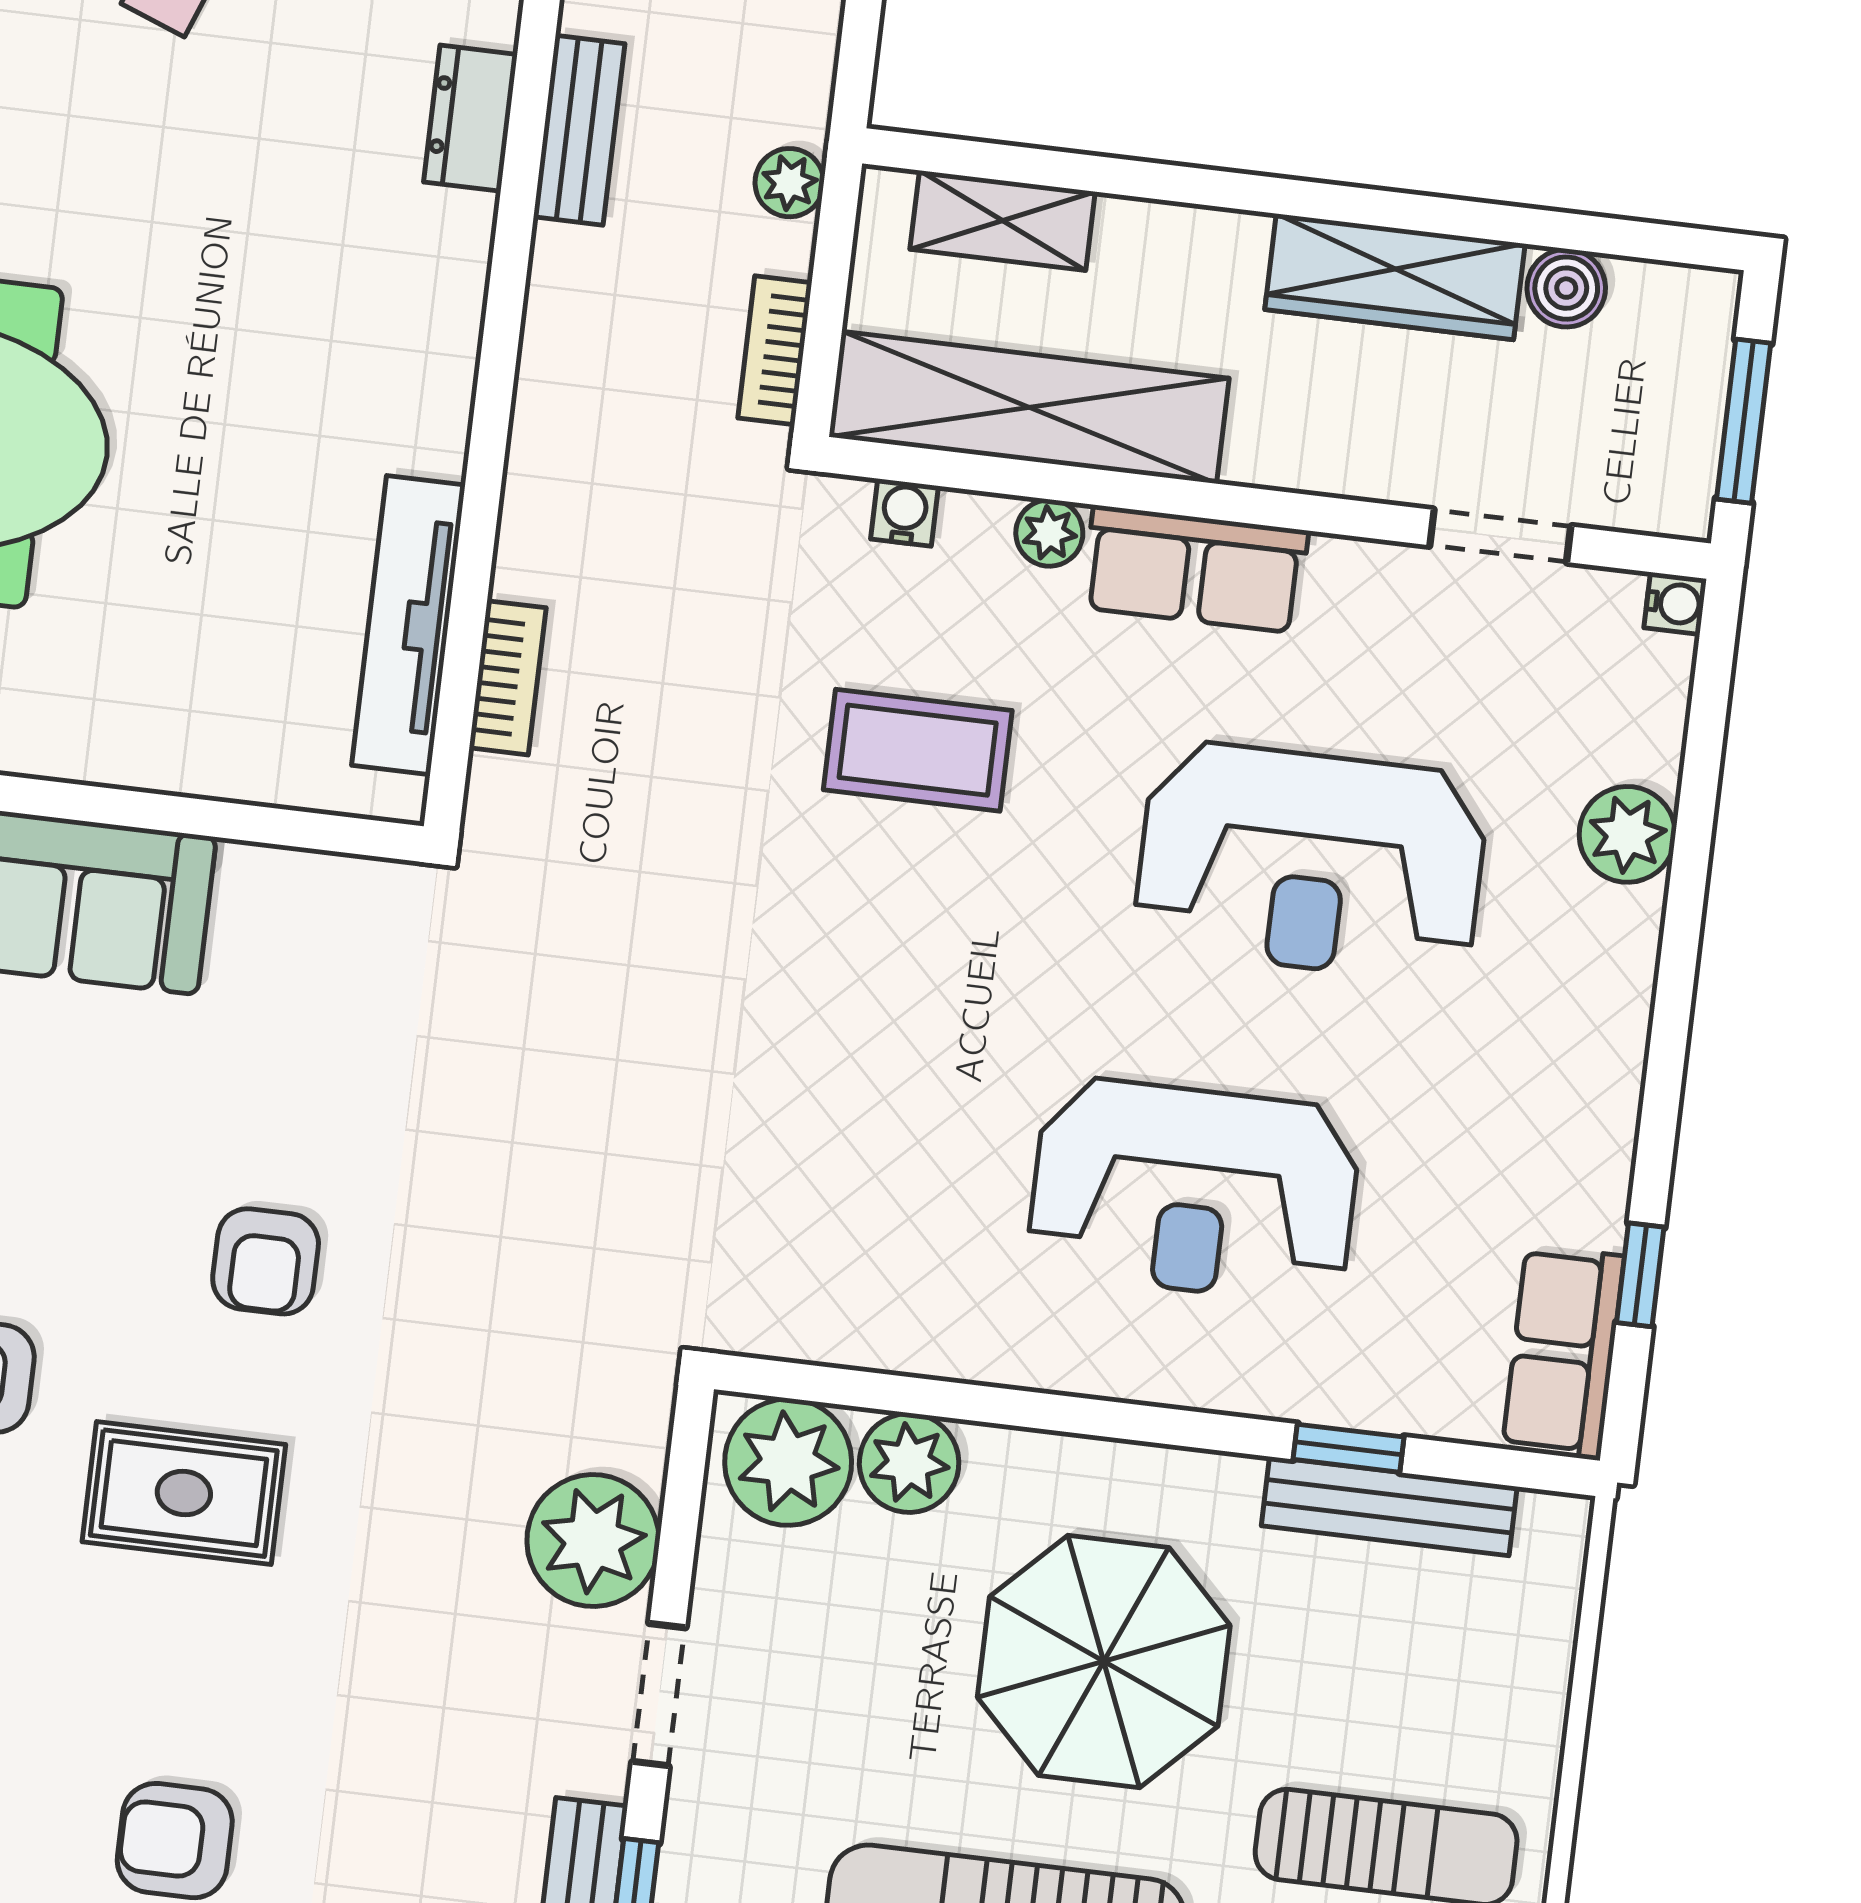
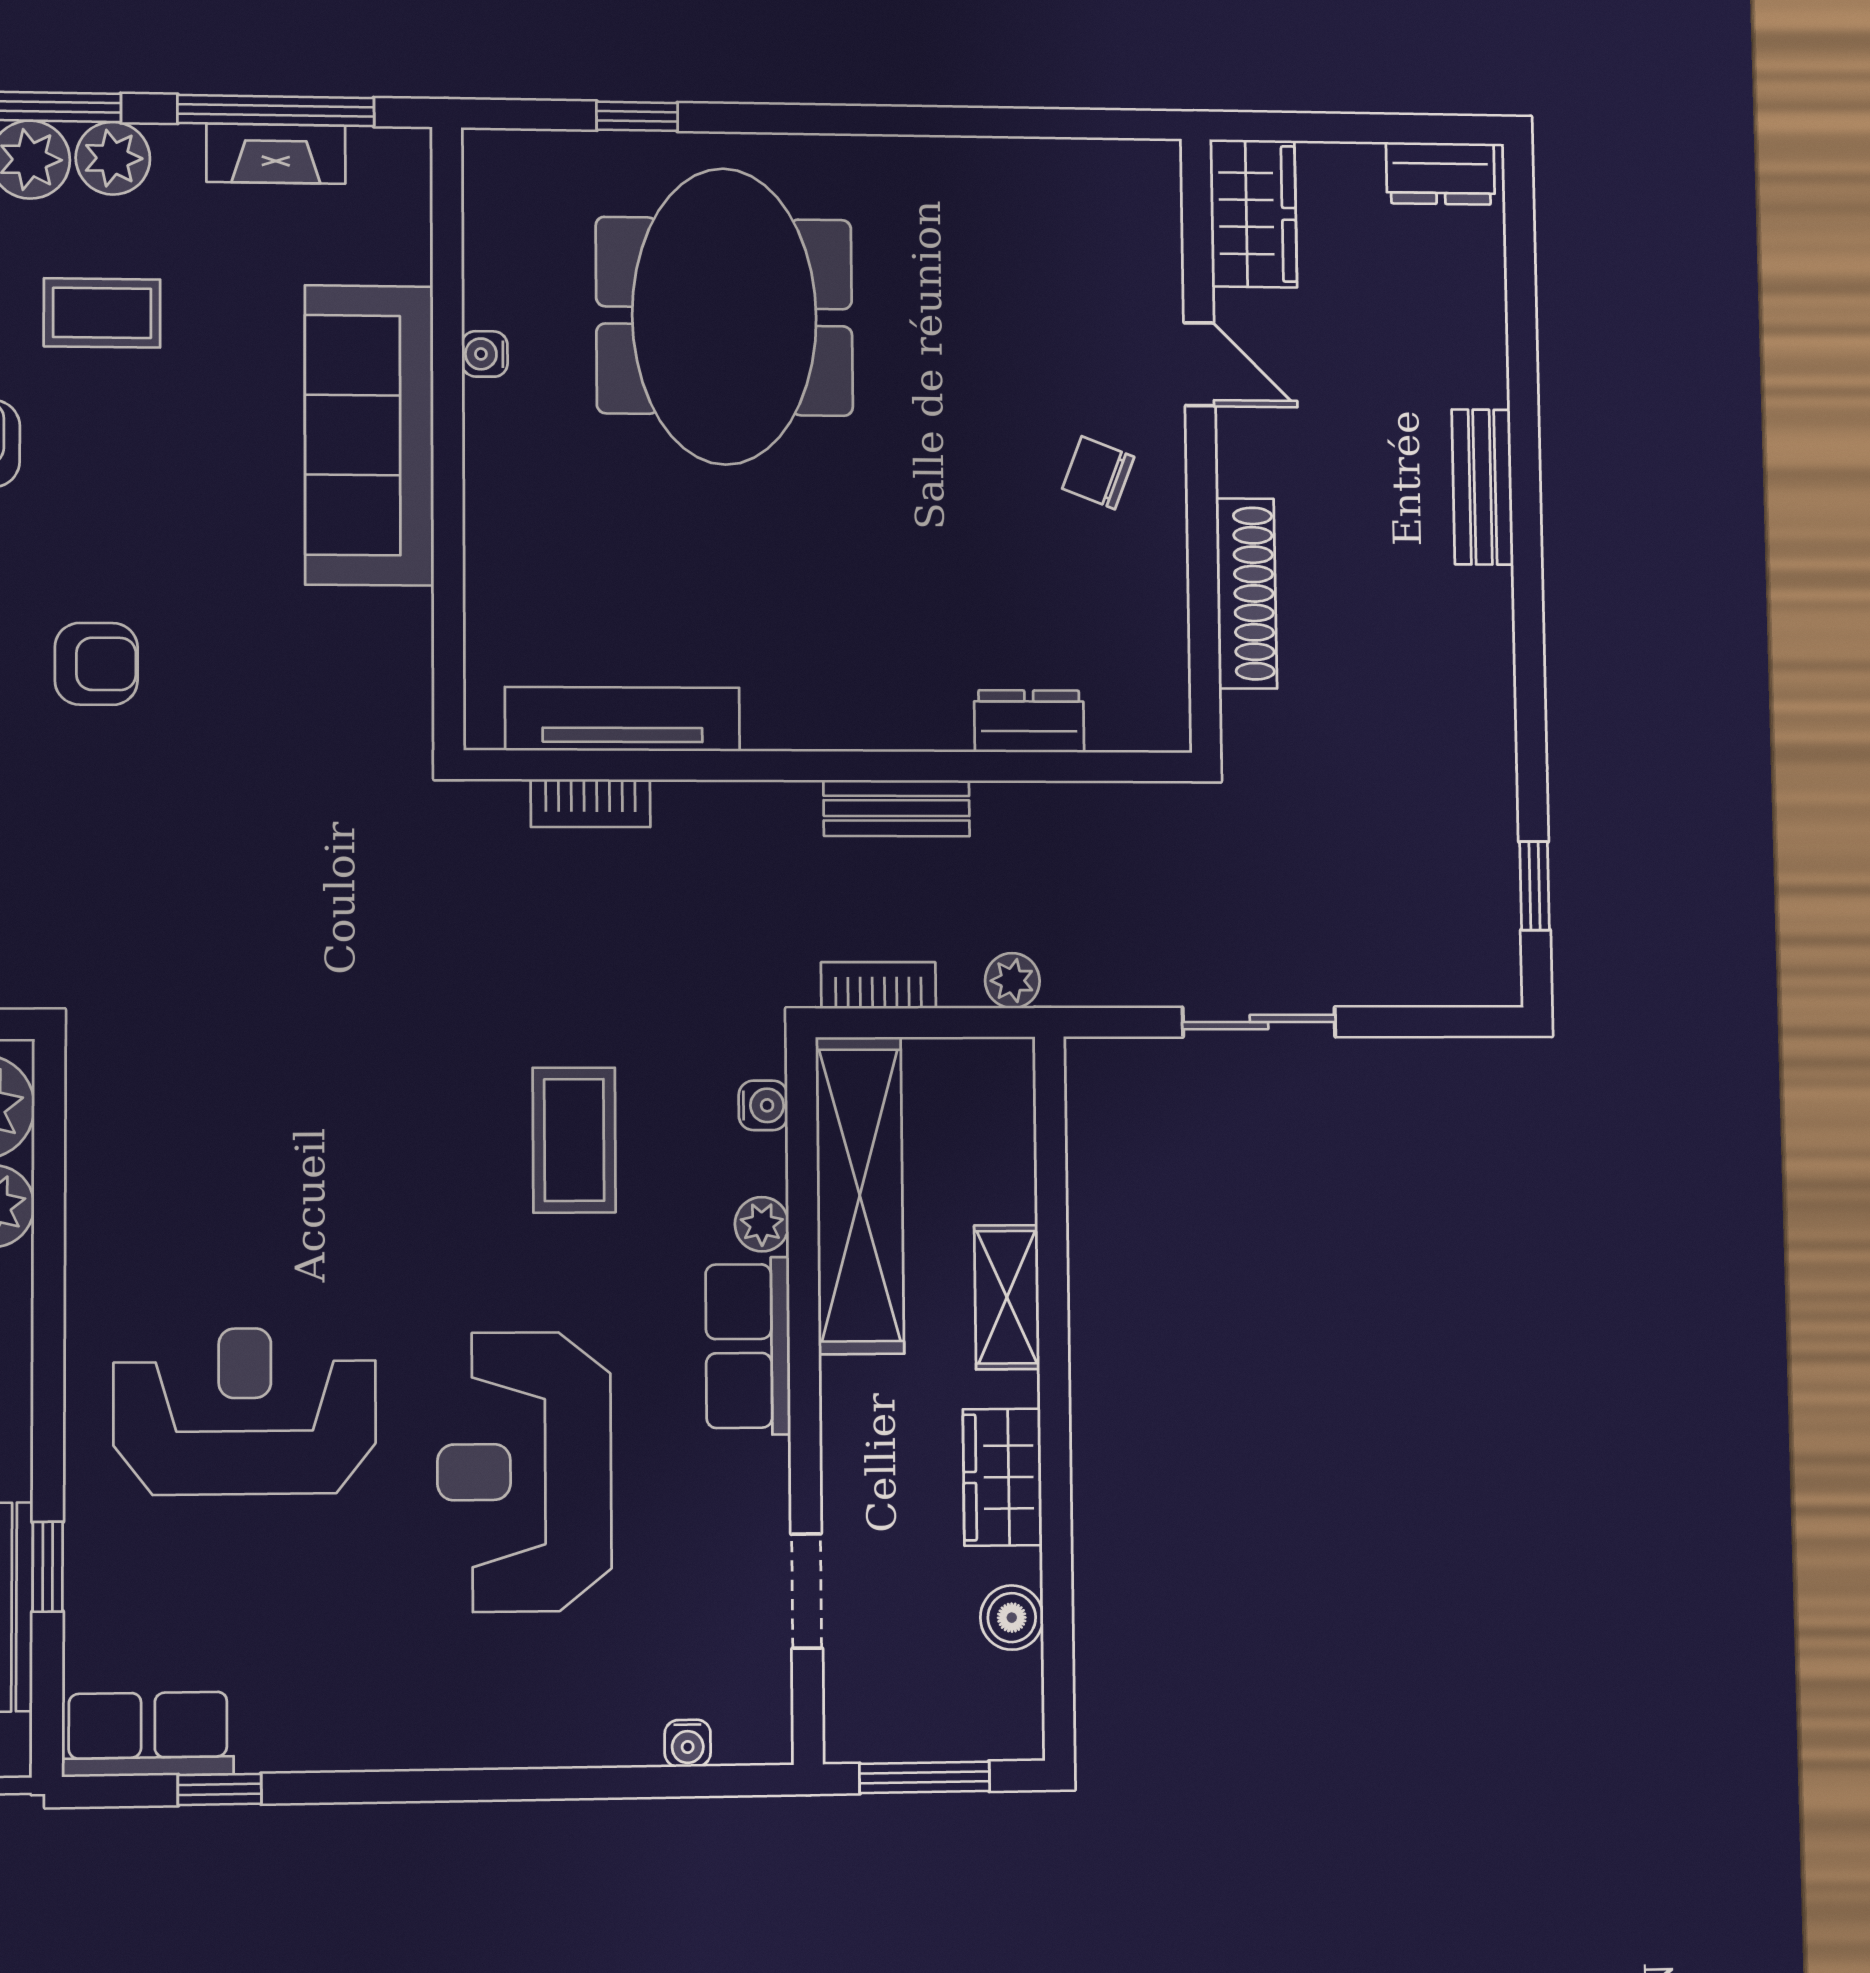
bench: (579, 130) -> (897, 808), moved
shelving: (1003, 221) -> (1007, 1297), moved
wardrobe: (1395, 277) -> (1002, 1477), width x0.67
water cooler: (1675, 603) -> (688, 1743), moved
plant: (1627, 834) -> (579, 1728), removed
reception desk: (1194, 1190) -> (245, 1411), turned 90
armchair: (266, 1261) -> (96, 664), turned 180

